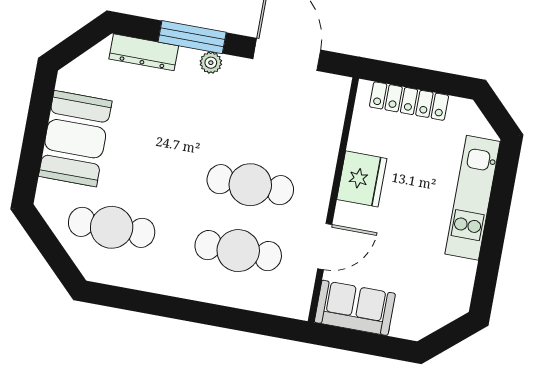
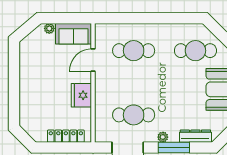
cafe table: (250, 185) -> (134, 115), moved
kitchen unit: (473, 198) -> (27, 96), removed
plant: (402, 328) -> (49, 28), added

